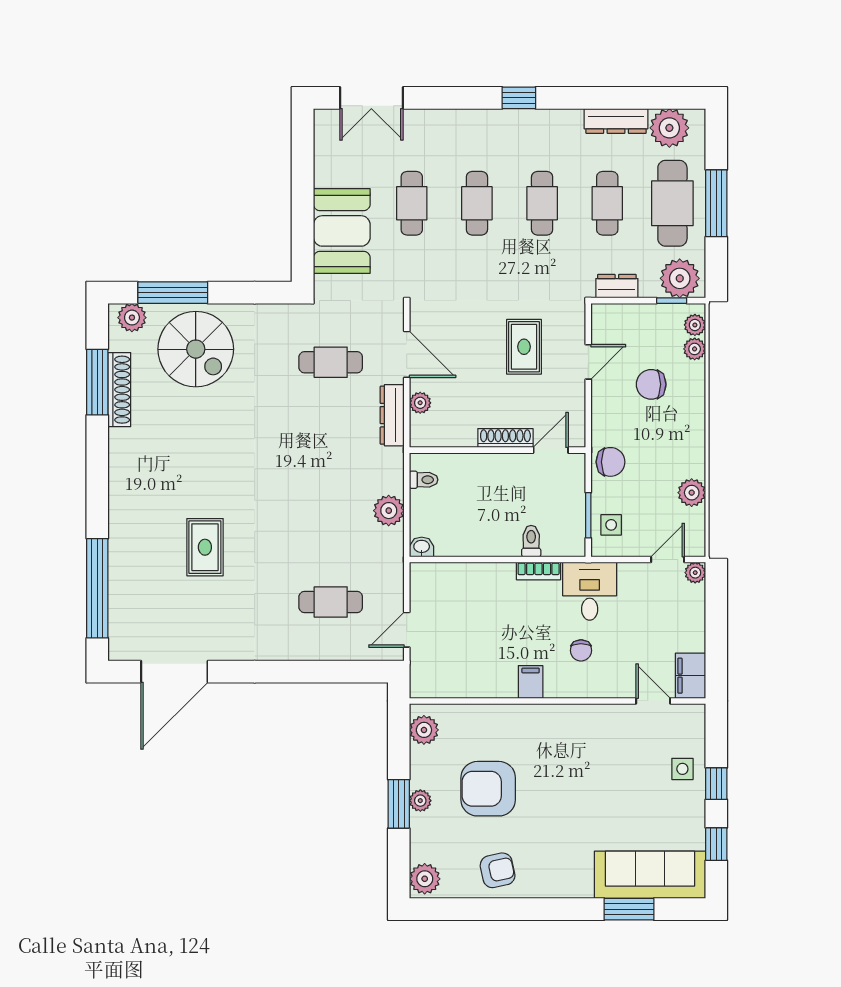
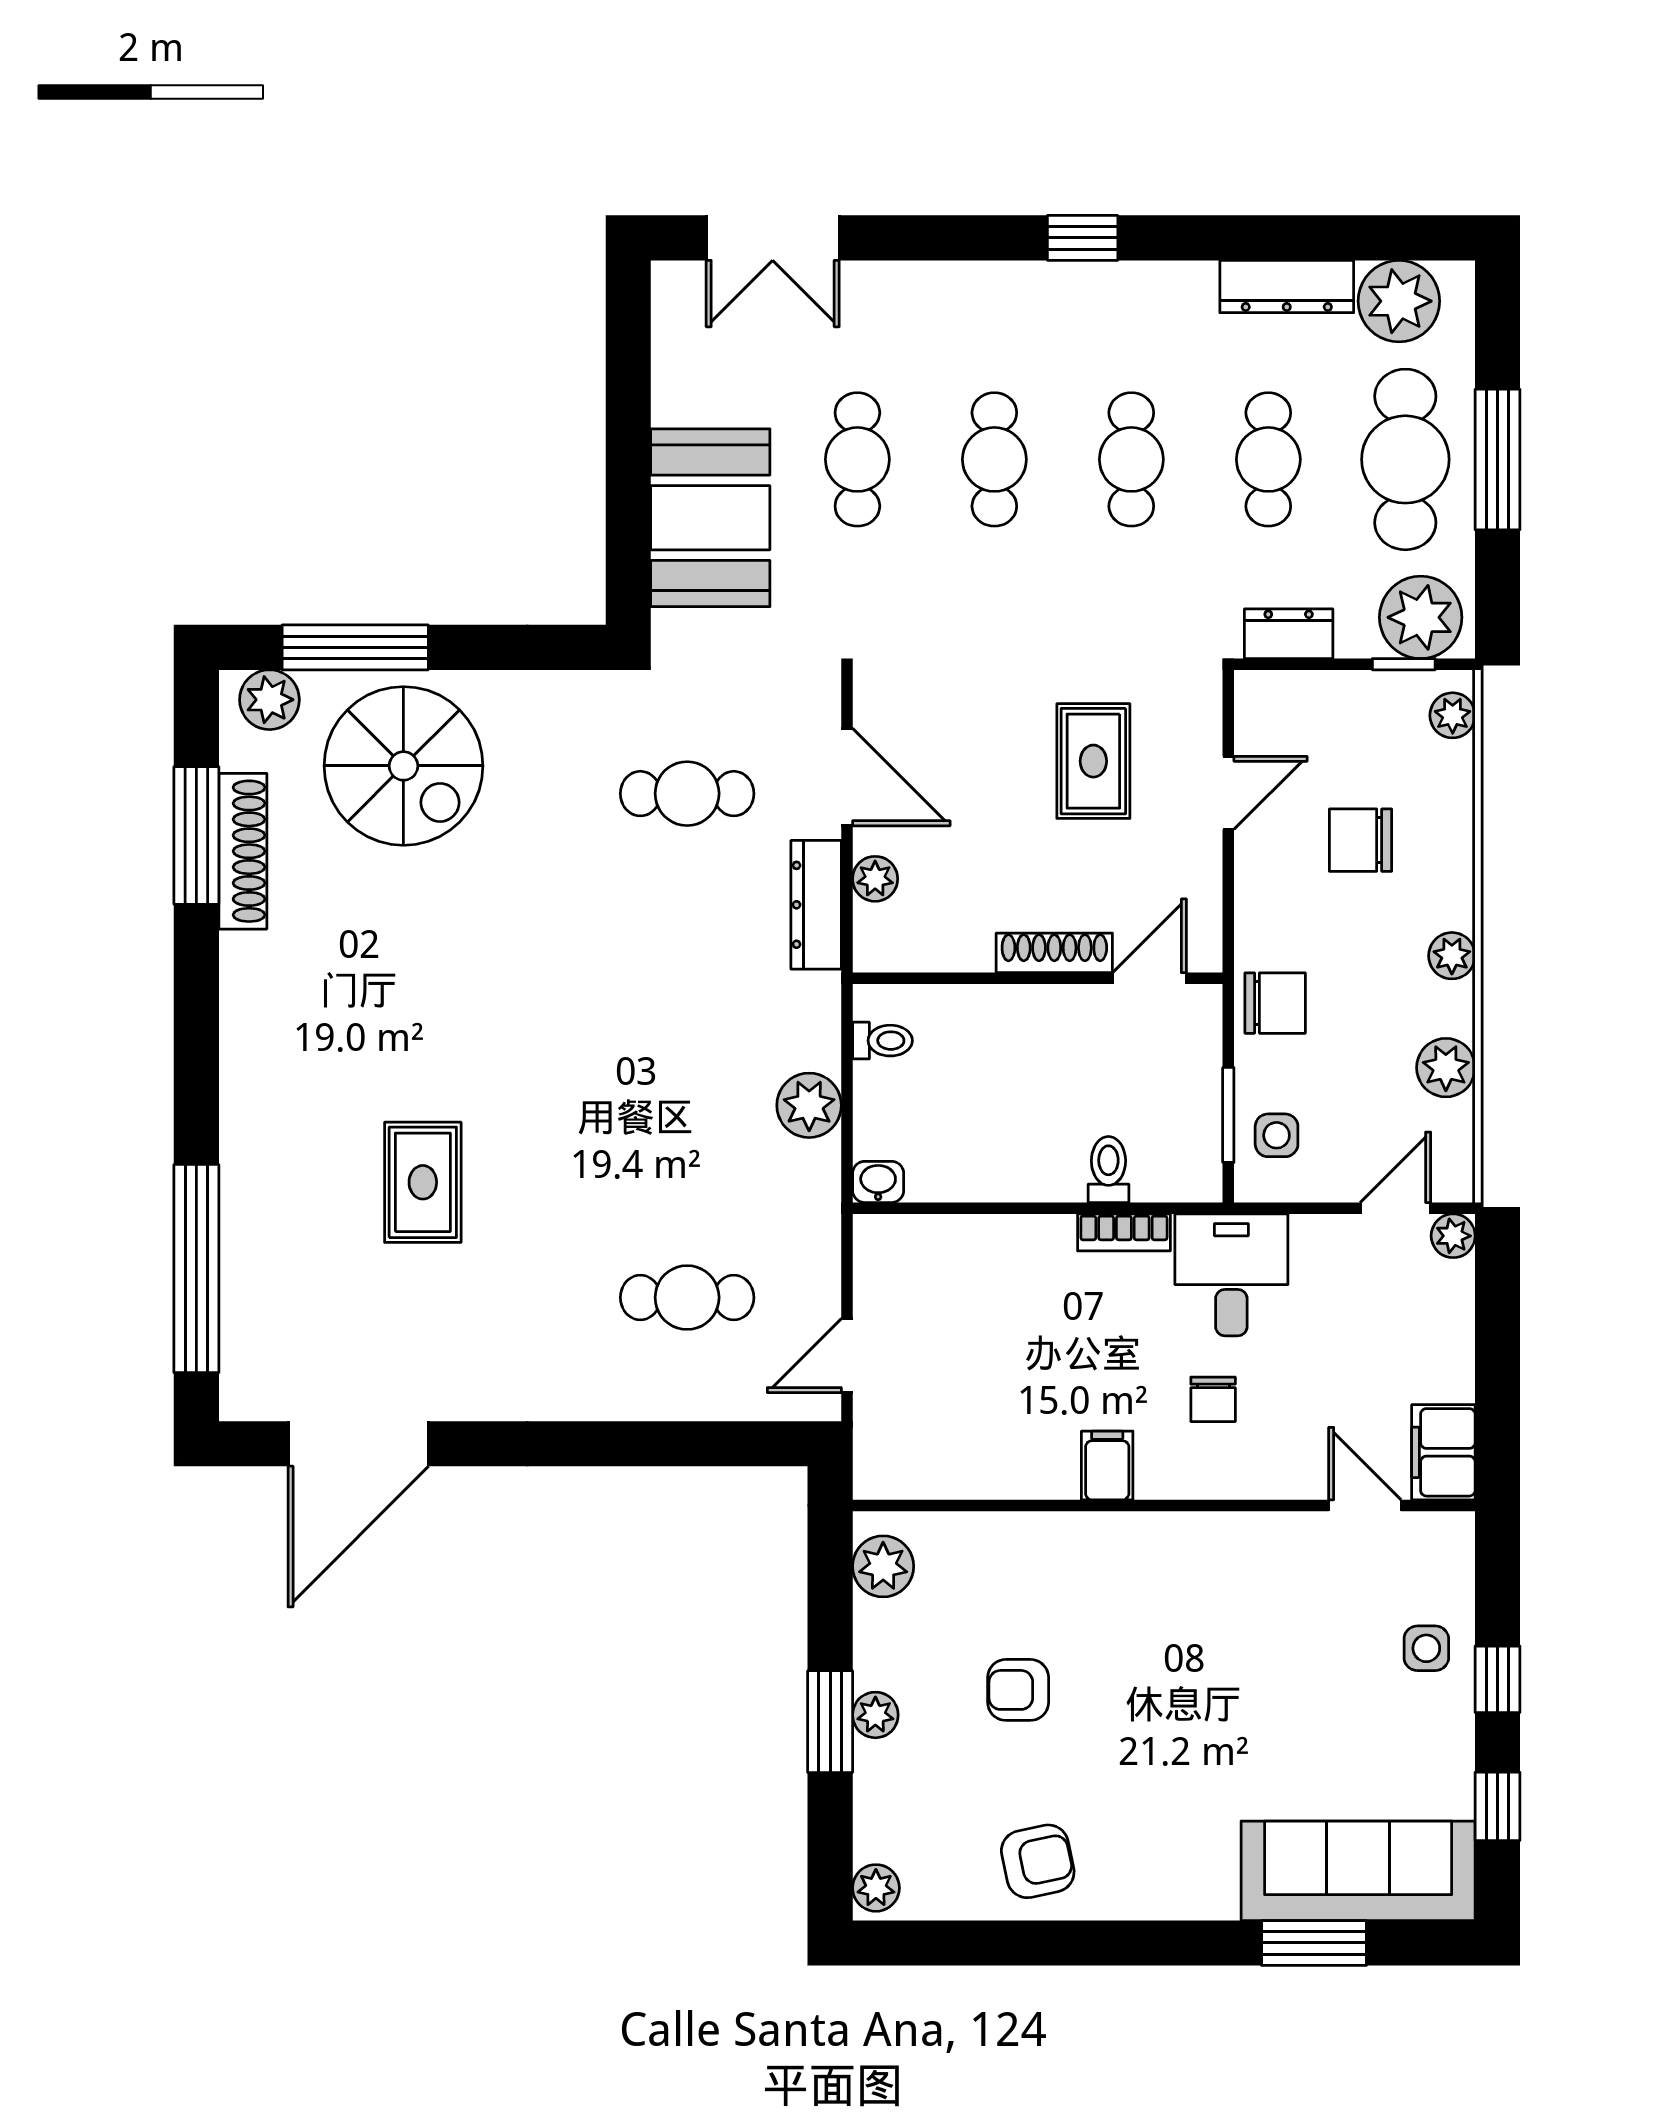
plant: (695, 349) -> (1452, 956), moved
armchair: (488, 789) -> (1018, 1690), width x0.53, depth x0.53
plant: (425, 879) -> (876, 1888), width x0.73, depth x0.73

